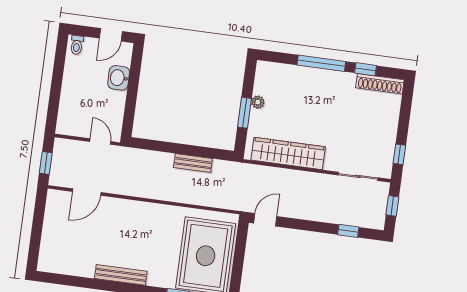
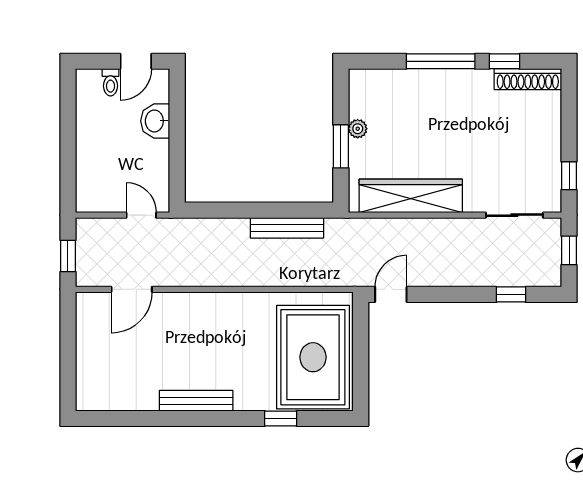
toilet: (77, 45) -> (111, 82), moved
bench: (193, 163) -> (287, 228), width x1.36

